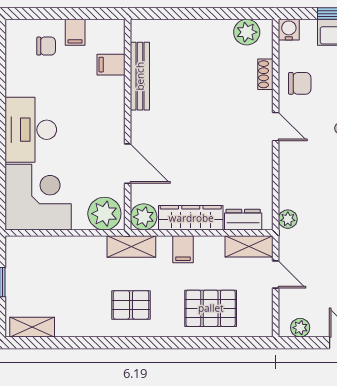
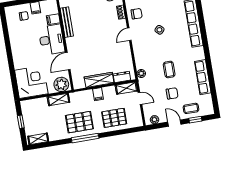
door: (276, 127) -> (129, 34), swing flipped
desk: (31, 130) -> (52, 40), moved, turned 180
door: (128, 164) -> (68, 61), swing flipped
plant: (144, 217) -> (79, 83), removed
shelving: (131, 246) -> (58, 99), moved
pallet: (131, 305) -> (79, 122), width x1.50, depth x1.42
window: (138, 343) -> (85, 138), added

